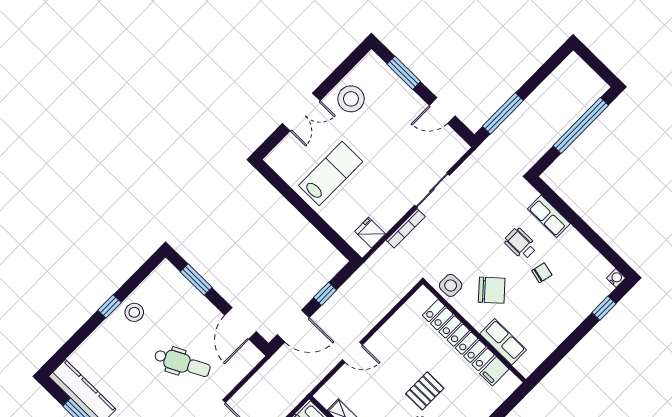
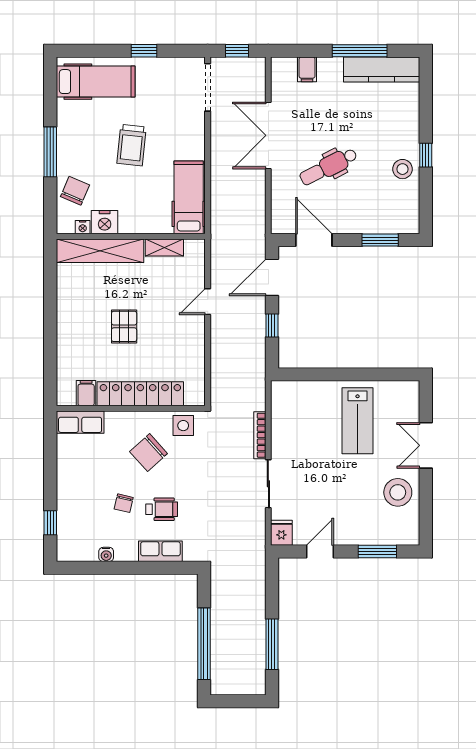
window: (503, 113) -> (272, 644), moved
fridge: (370, 233) -> (281, 533), moved, turned -90
water cooler: (616, 278) -> (106, 554), moved
row of seats: (503, 342) -> (80, 422), moved

